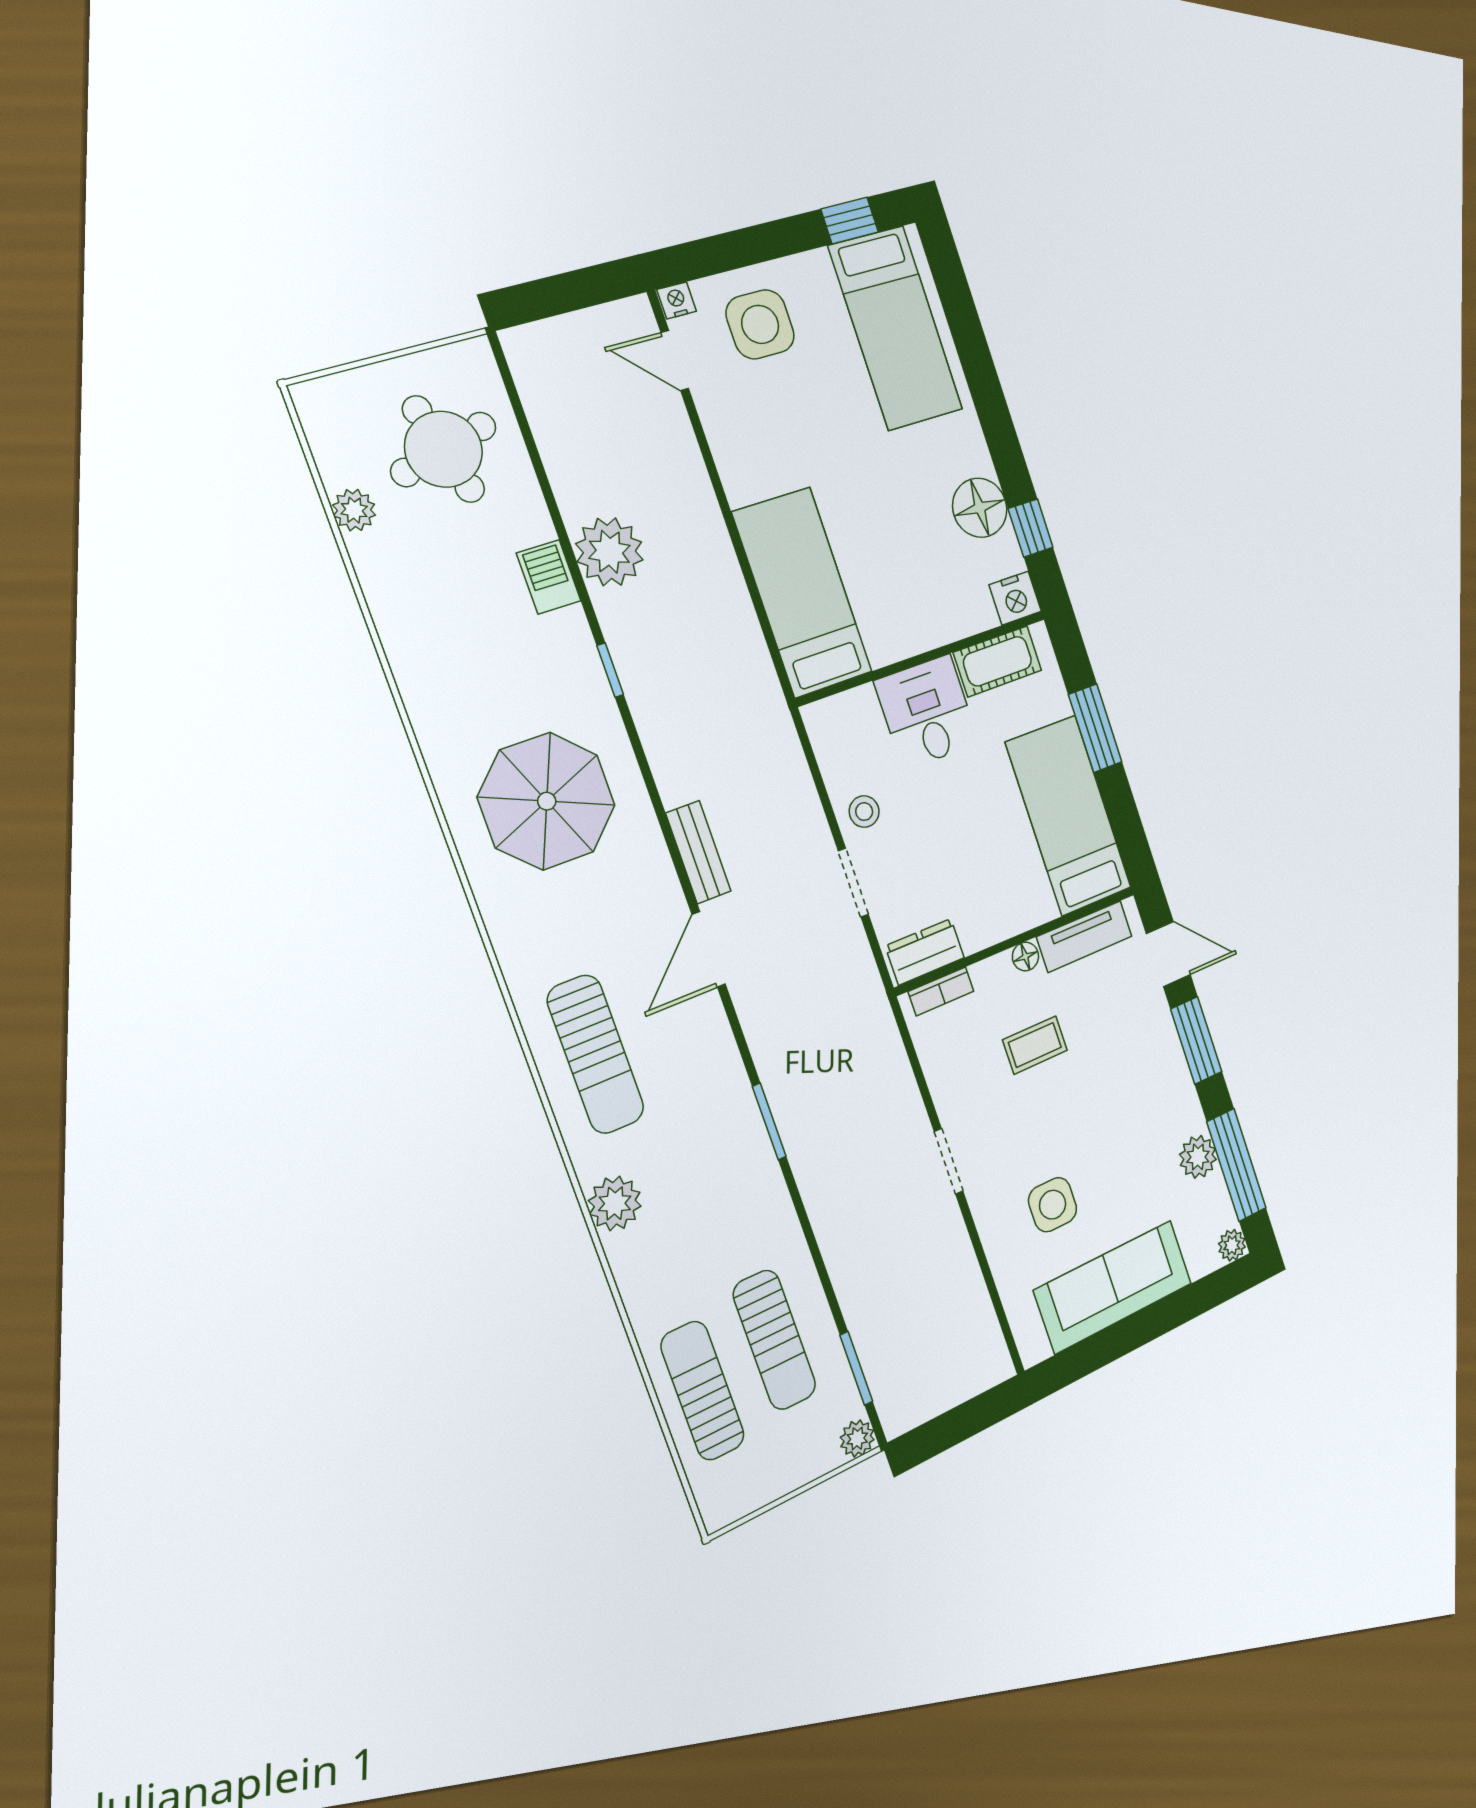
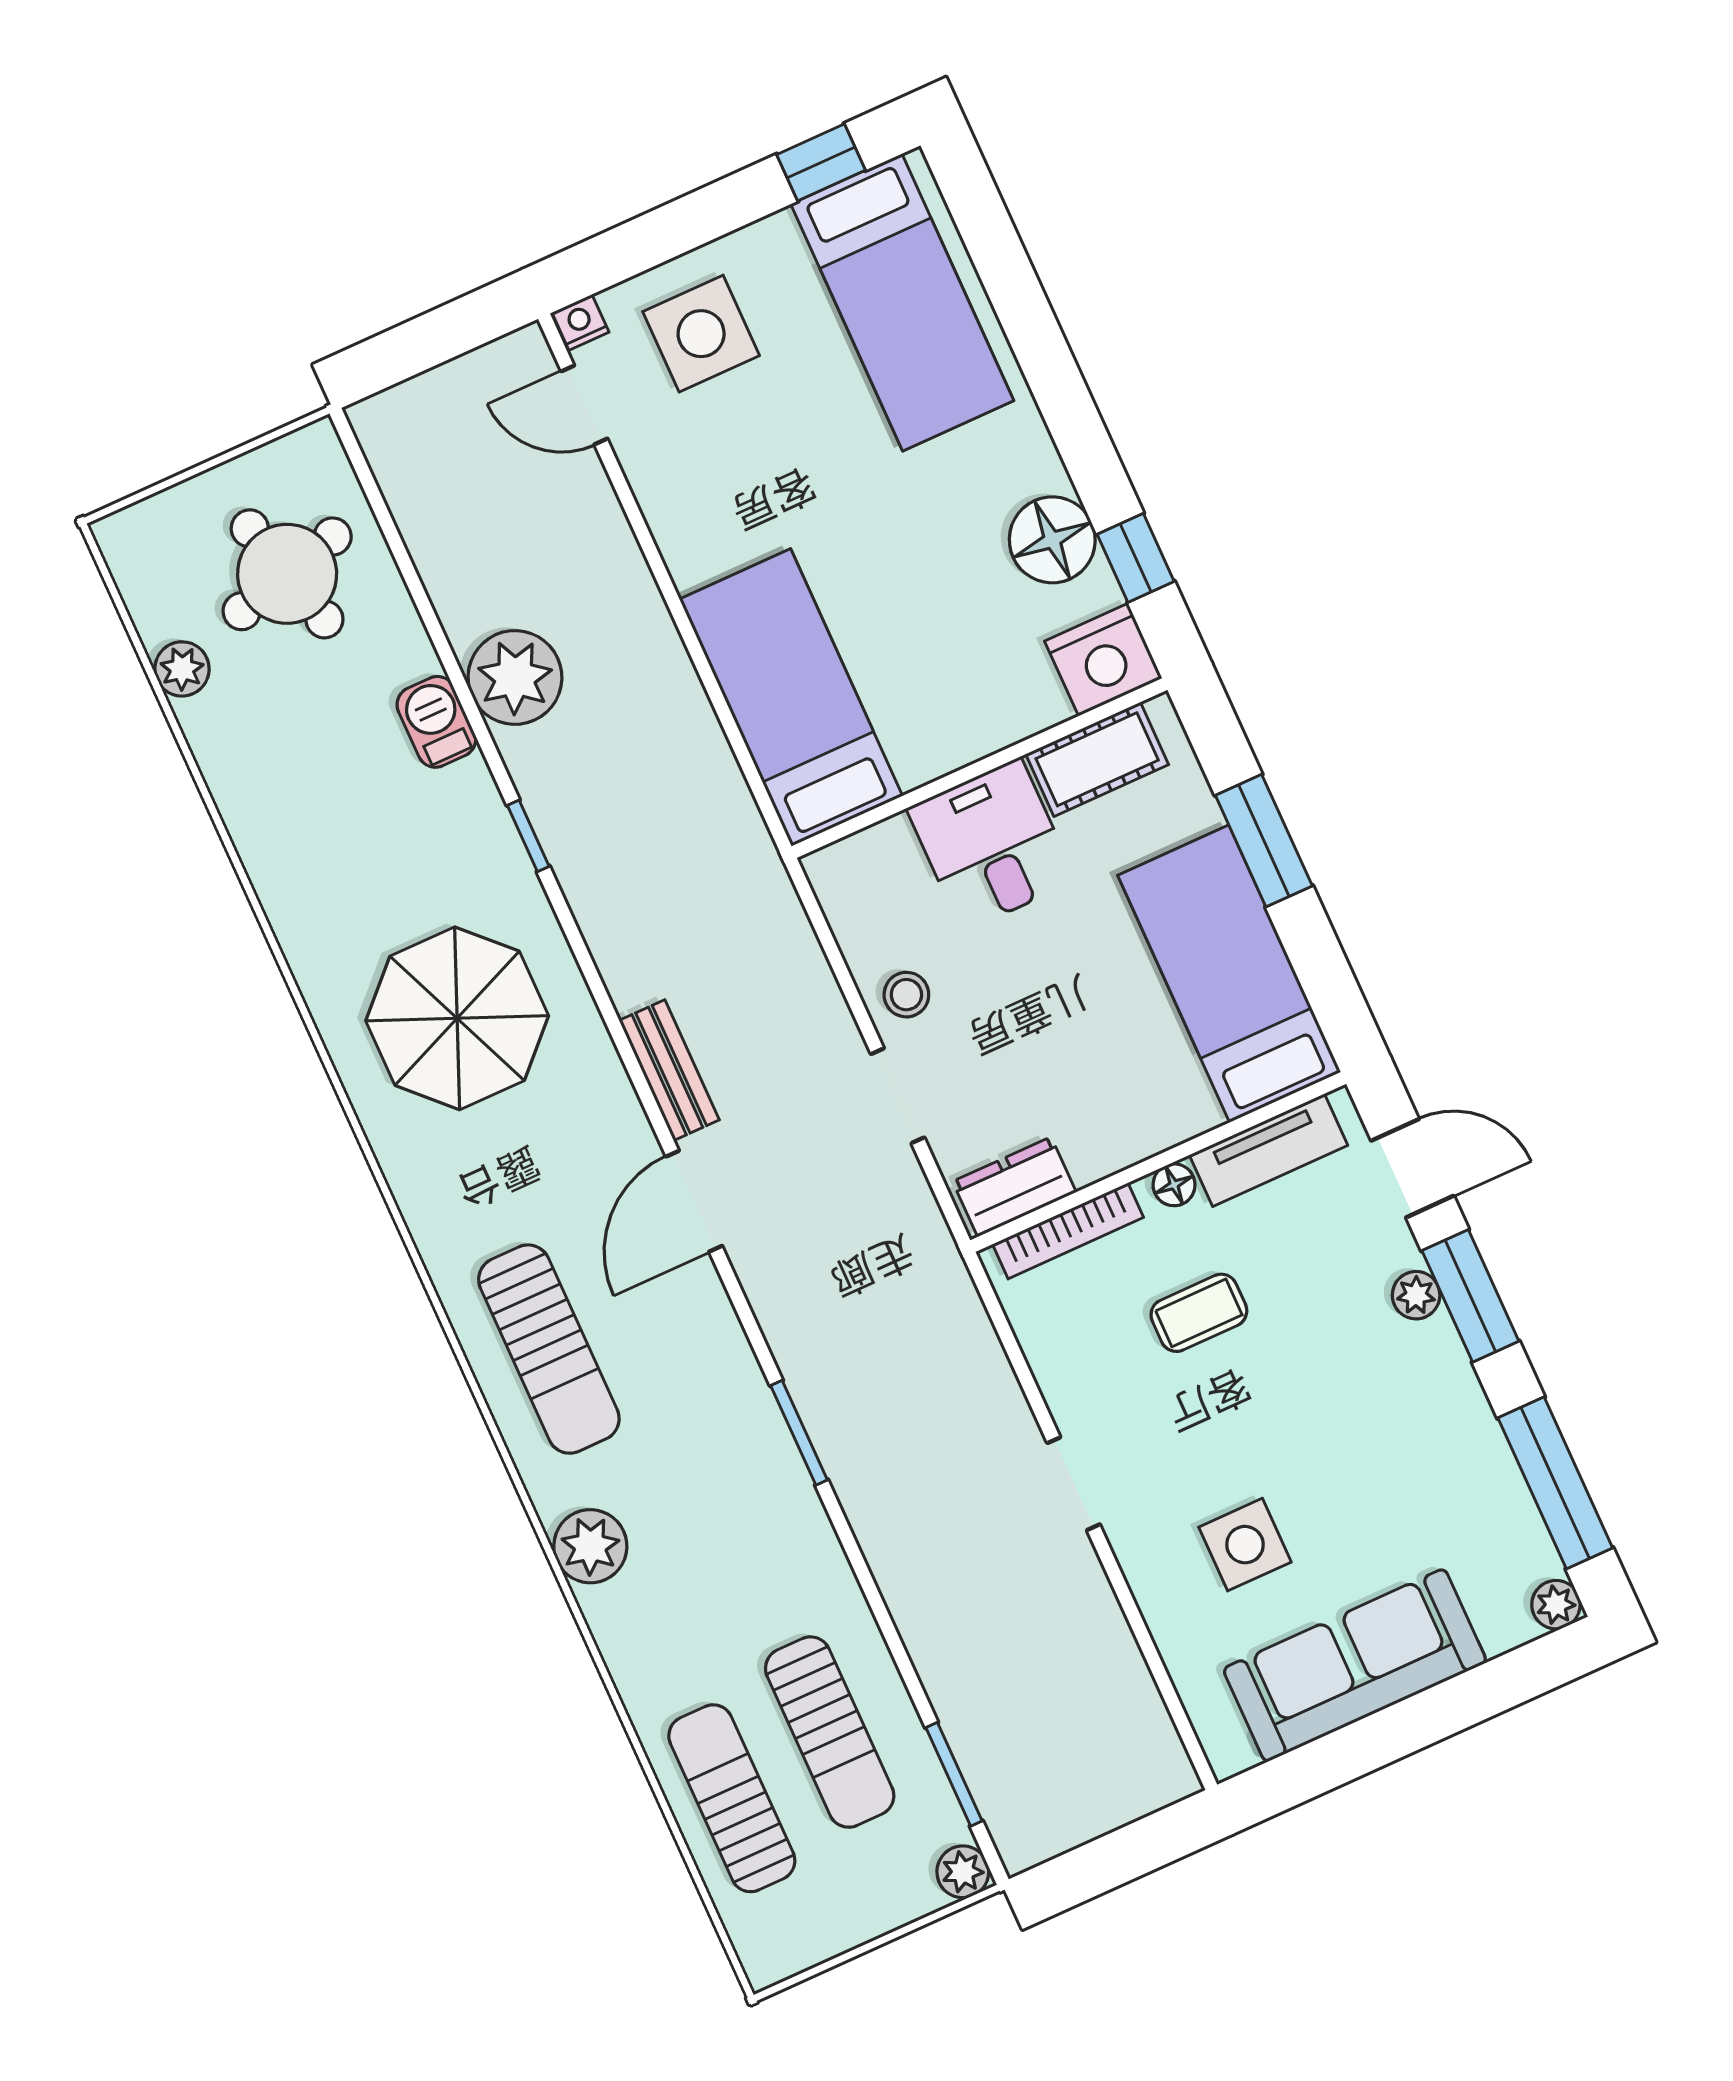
nightstand: (1015, 598) -> (1103, 660), width x1.36, depth x1.33
bookcase: (941, 991) -> (1068, 1231), width x1.56
plant: (1198, 1157) -> (1416, 1295), moved, width x0.73, depth x0.73

